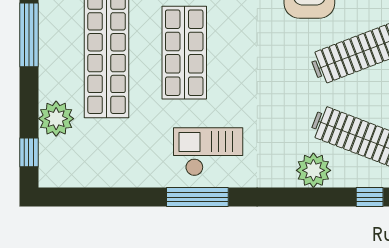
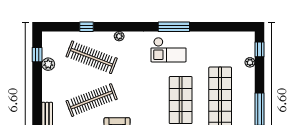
plant: (56, 119) -> (250, 62), width x0.53, depth x0.53
plant: (313, 170) -> (119, 36), width x0.53, depth x0.53

